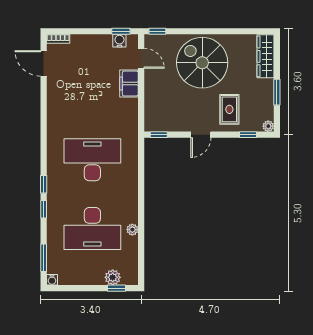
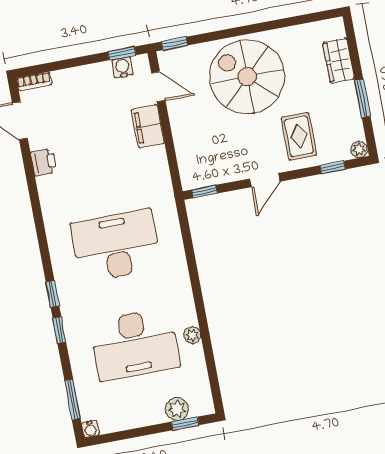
wardrobe: (266, 56) -> (339, 61), width x0.67
printer: (54, 94) -> (44, 162), added

